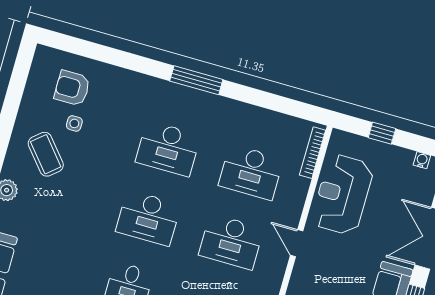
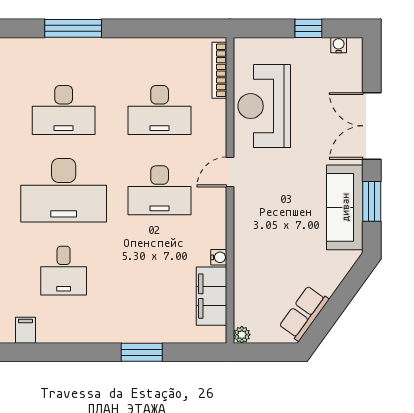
window: (382, 133) -> (308, 28), moved
desk: (148, 218) -> (64, 190), width x1.36, depth x1.30
door: (297, 243) -> (230, 172), hinge flipped

